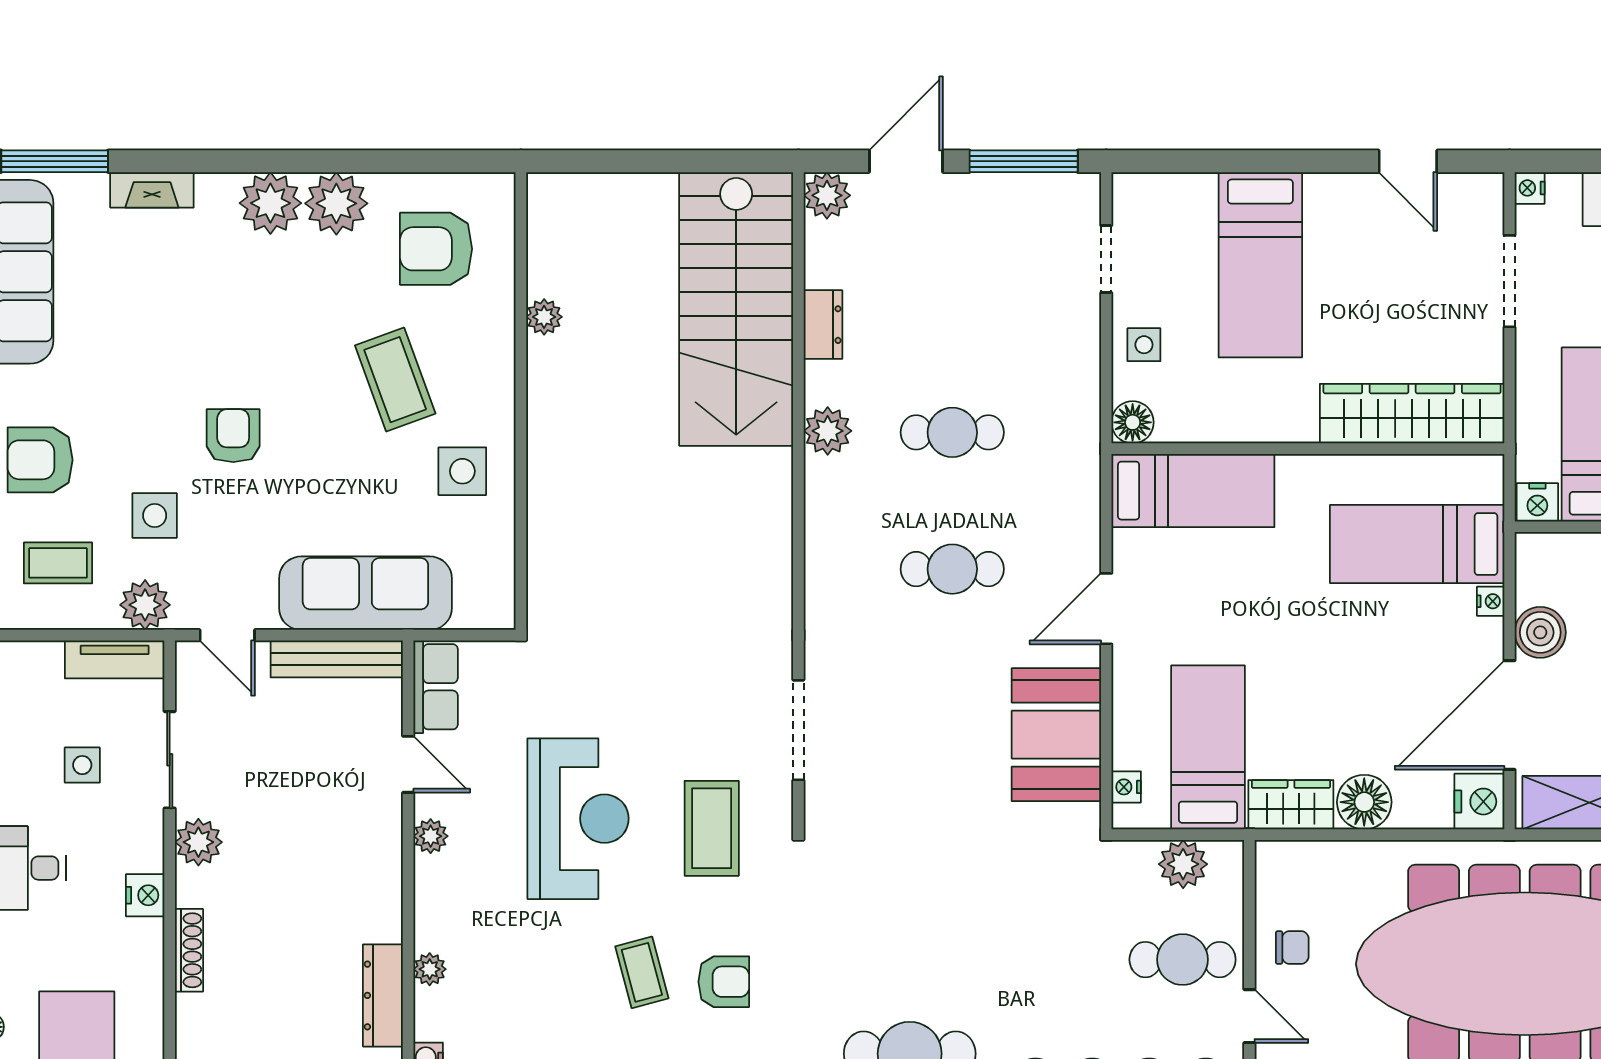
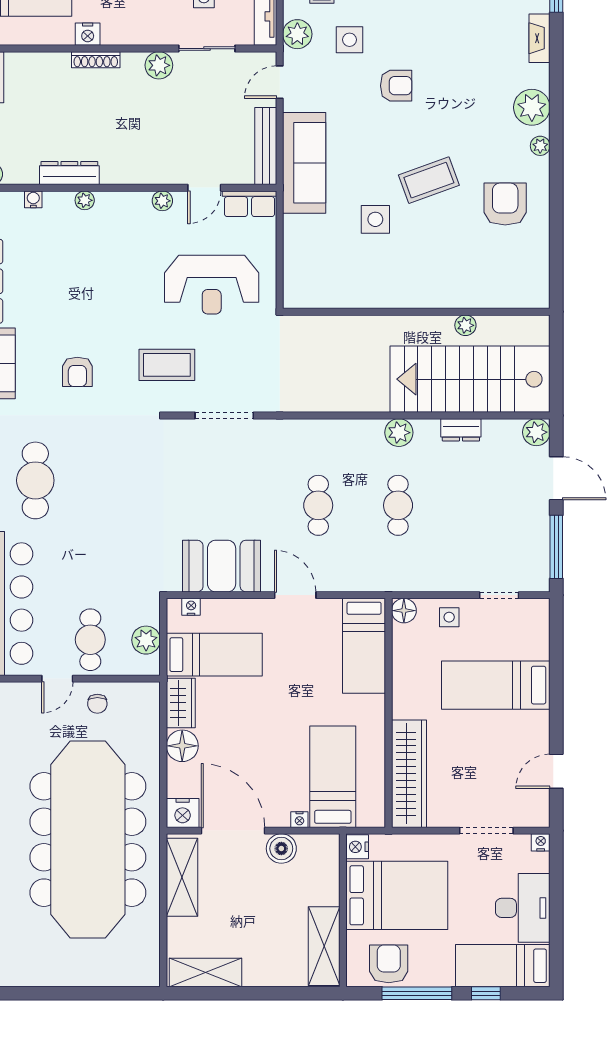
plant: (336, 203) -> (540, 146), width x0.53, depth x0.53
plant: (544, 317) -> (465, 325), moved
wall: (521, 401) -> (416, 312), moved
reception desk: (578, 819) -> (212, 285), moved
nightstand: (145, 895) -> (88, 34), moved
coffee table: (642, 972) -> (83, 324), removed

